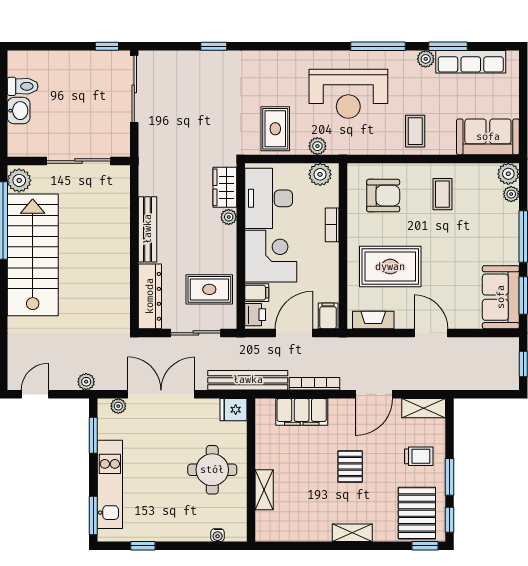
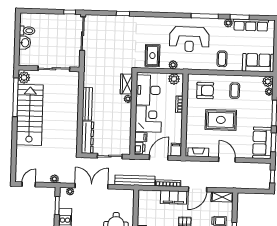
rug: (390, 267) -> (221, 120), moved
rug: (209, 289) -> (117, 135), removed
fridge: (233, 410) -> (127, 195), removed
filing cabinet: (302, 412) -> (174, 197), moved

